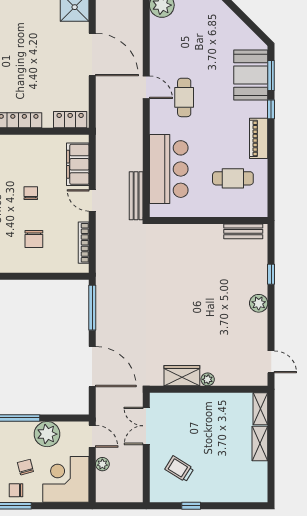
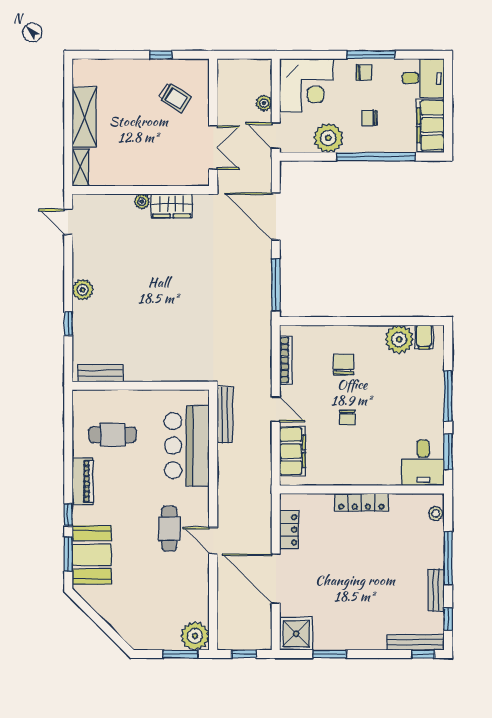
locker: (70, 120) -> (289, 530), moved, turned -90
shelving: (260, 443) -> (84, 117), width x1.50, depth x1.33
chair: (25, 467) -> (370, 118), moved, turned 105

